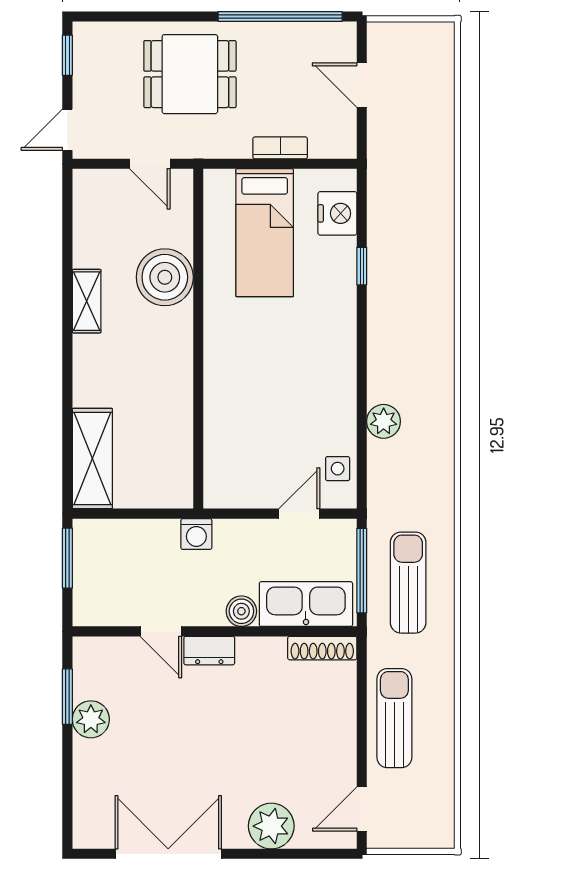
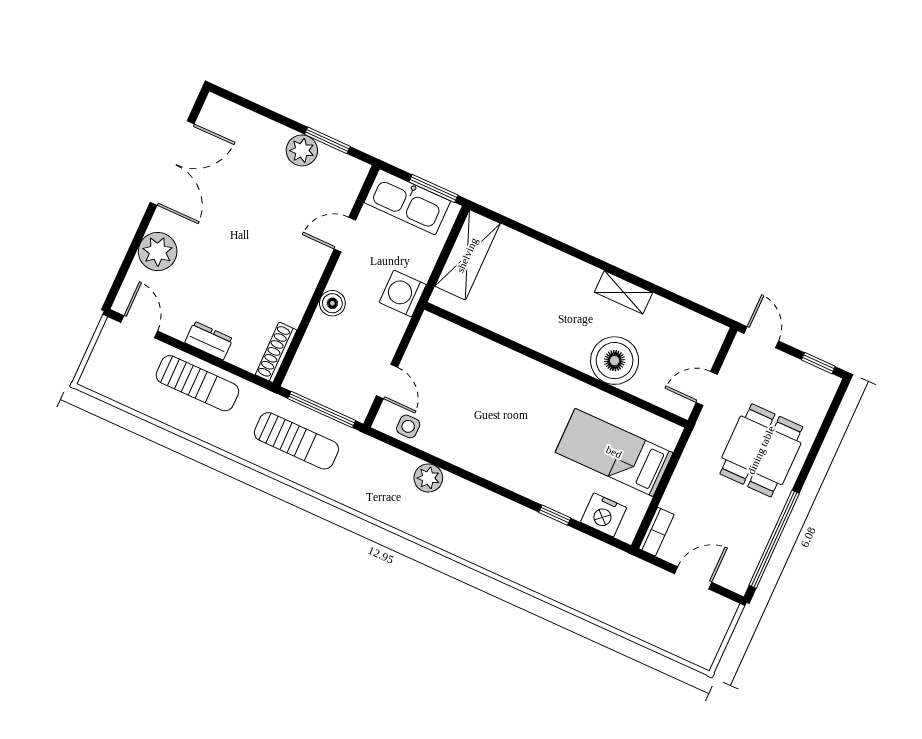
bookcase: (280, 148) -> (656, 532), moved
shelving: (92, 459) -> (467, 255), moved, turned 90
washing machine: (196, 534) -> (403, 294), width x1.38, depth x1.38
kitchen sink: (306, 604) -> (407, 202), moved, turned 90
dresser: (209, 651) -> (209, 341), moved, turned 90

